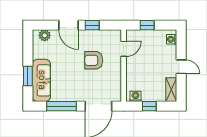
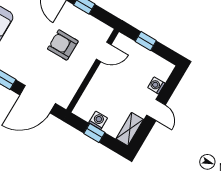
washing machine: (172, 39) -> (156, 85), moved
washing machine: (136, 96) -> (98, 120), moved

